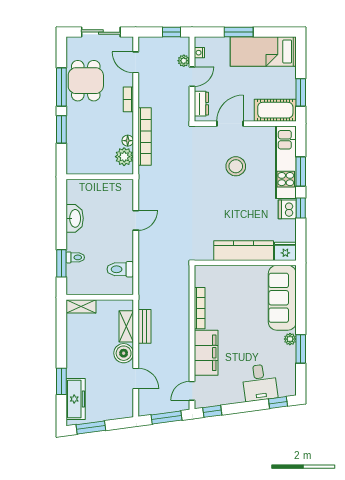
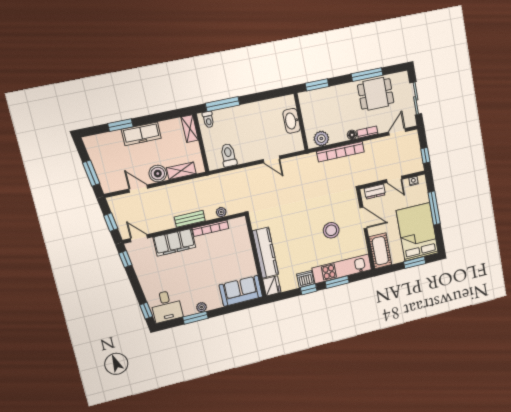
window: (239, 32) -> (434, 208), width x1.44
bed: (263, 52) -> (417, 232), width x1.50
plant: (184, 61) -> (221, 212), moved
window: (301, 92) -> (415, 263), moved
window: (61, 129) -> (317, 85), moved
floor lamp: (128, 141) -> (352, 135), moved
washbasin: (75, 218) -> (292, 121), moved, turned 90
toilet: (75, 257) -> (208, 120), moved
window: (61, 263) -> (223, 104), width x1.44
sofa: (282, 298) -> (241, 291), width x0.73
bench: (145, 326) -> (190, 219), moved
door: (136, 379) -> (138, 189), swing flipped
desk: (260, 382) -> (166, 306), moved, turned -82
freezer: (76, 399) -> (141, 134), moved
window: (166, 417) -> (111, 222), width x0.67
window: (91, 428) -> (91, 173), moved

